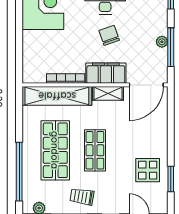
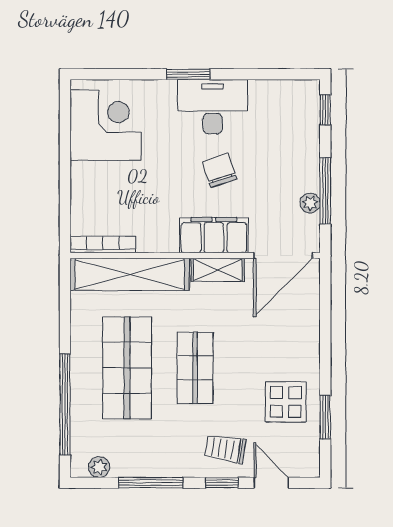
plant: (162, 42) -> (310, 203), moved
bookcase: (66, 79) -> (103, 245), moved
trolley: (82, 197) -> (225, 449), moved

